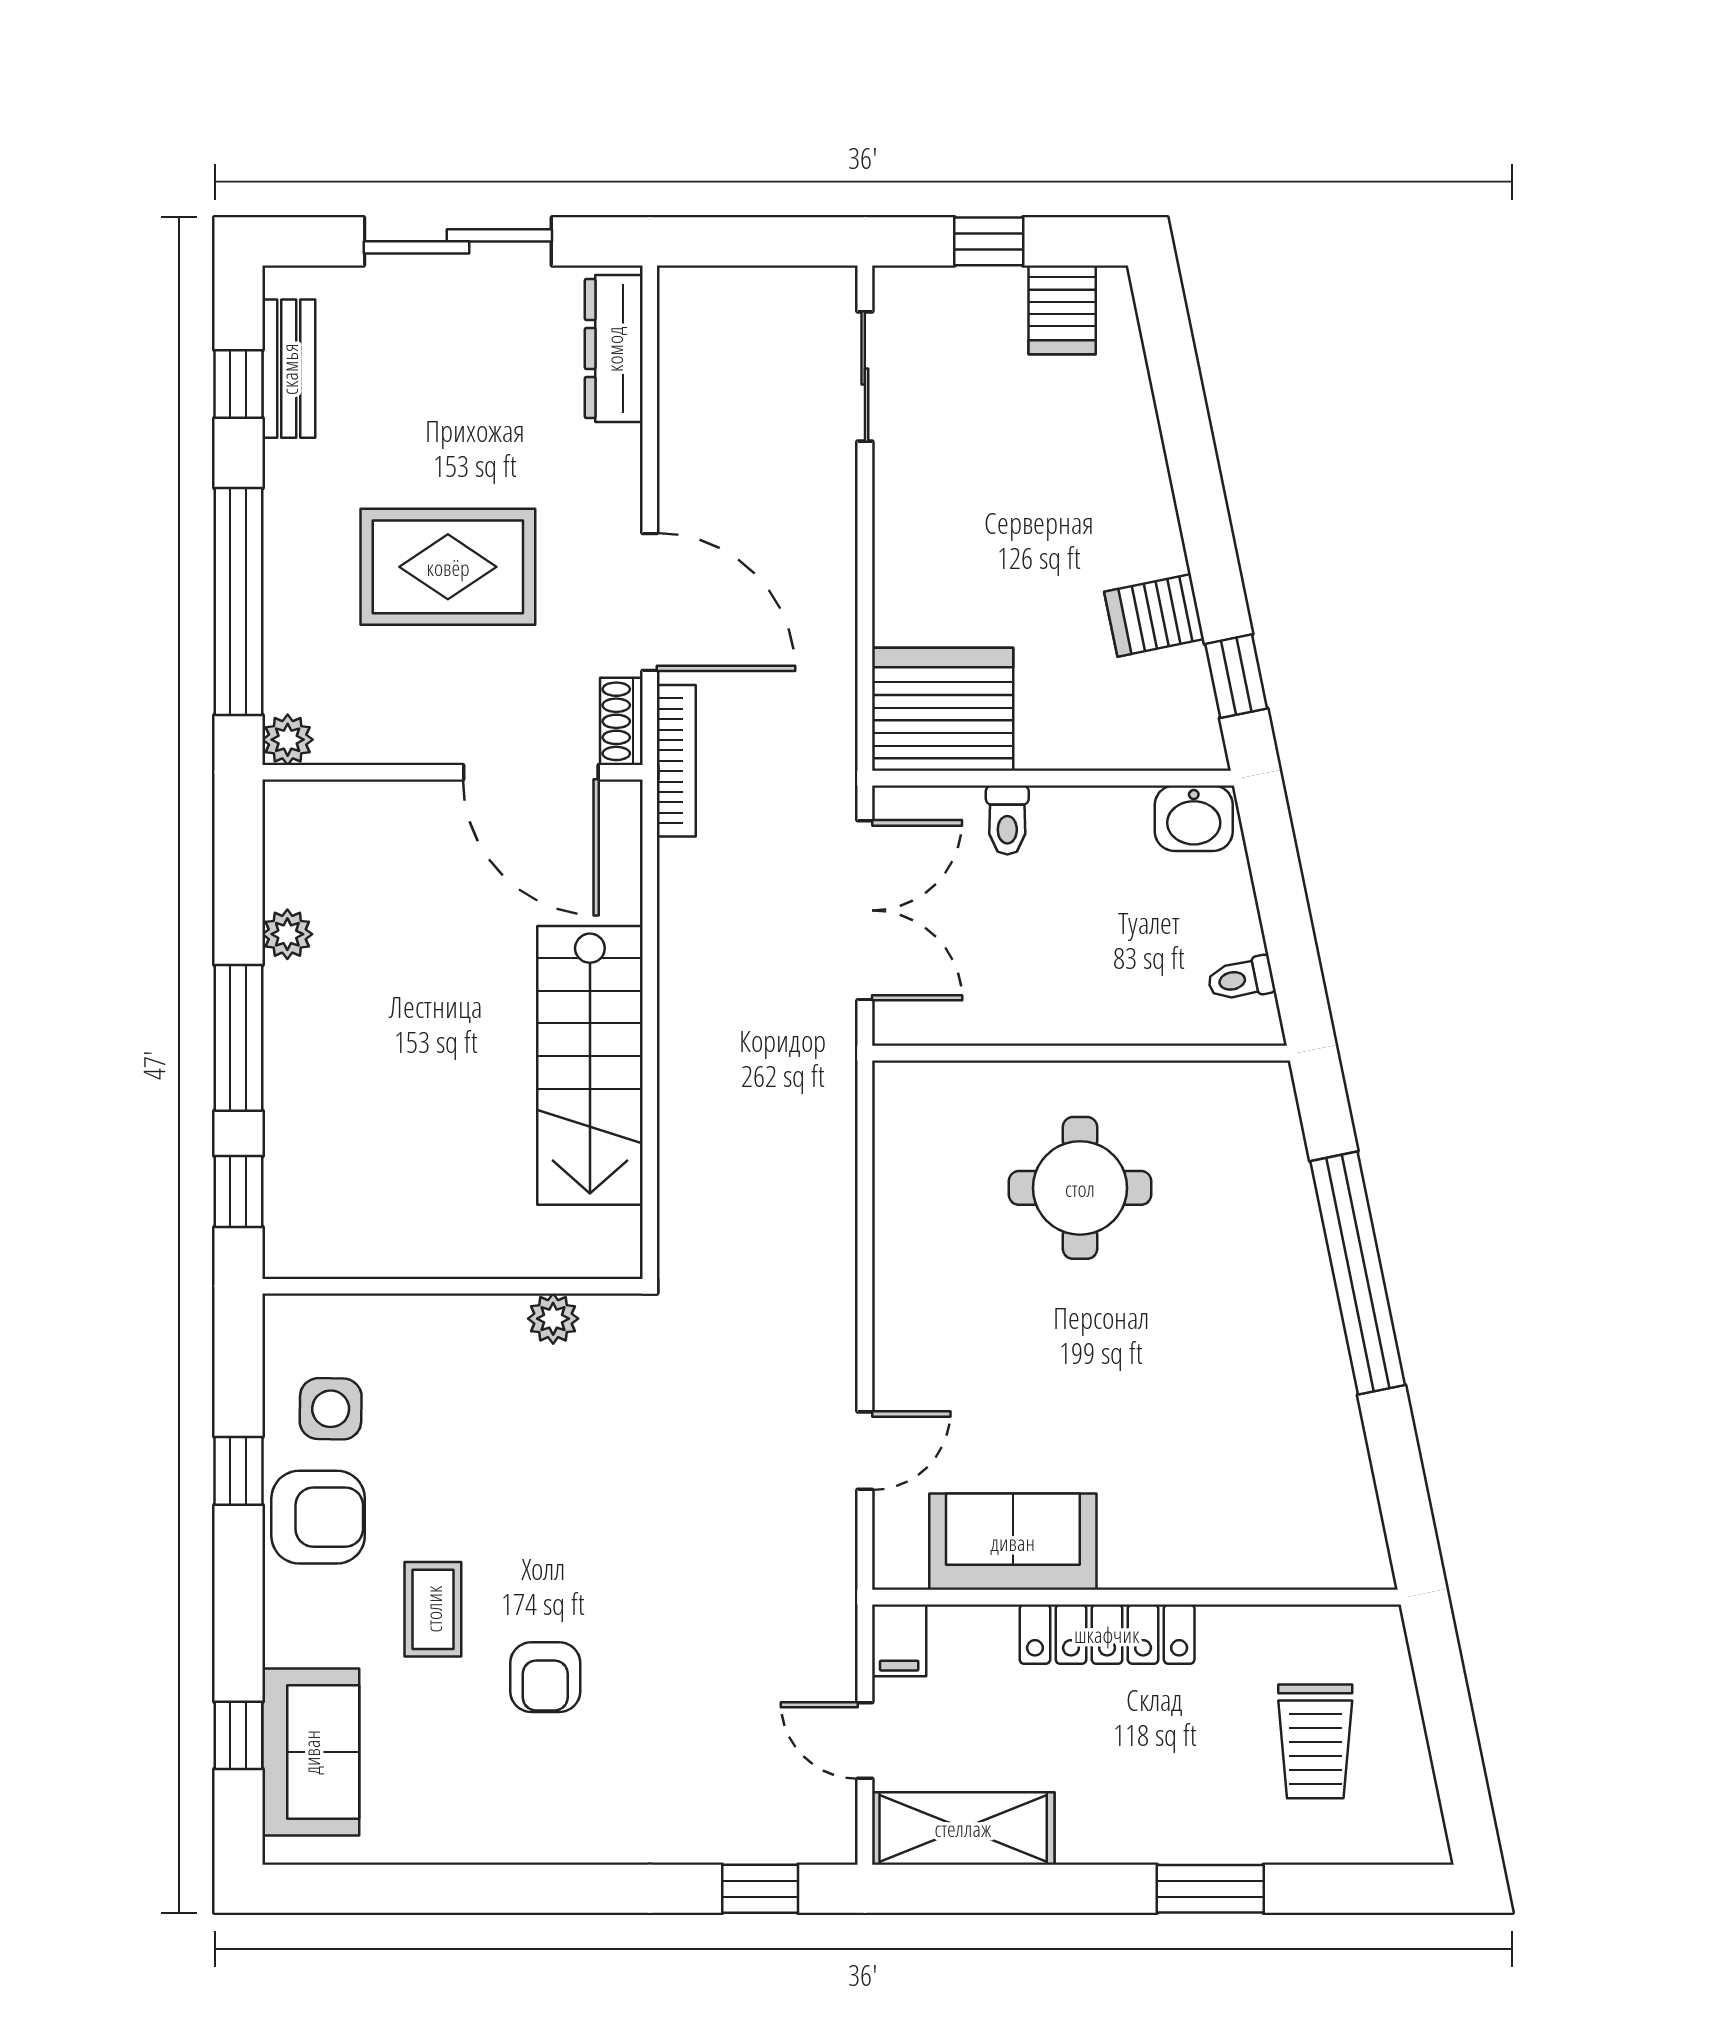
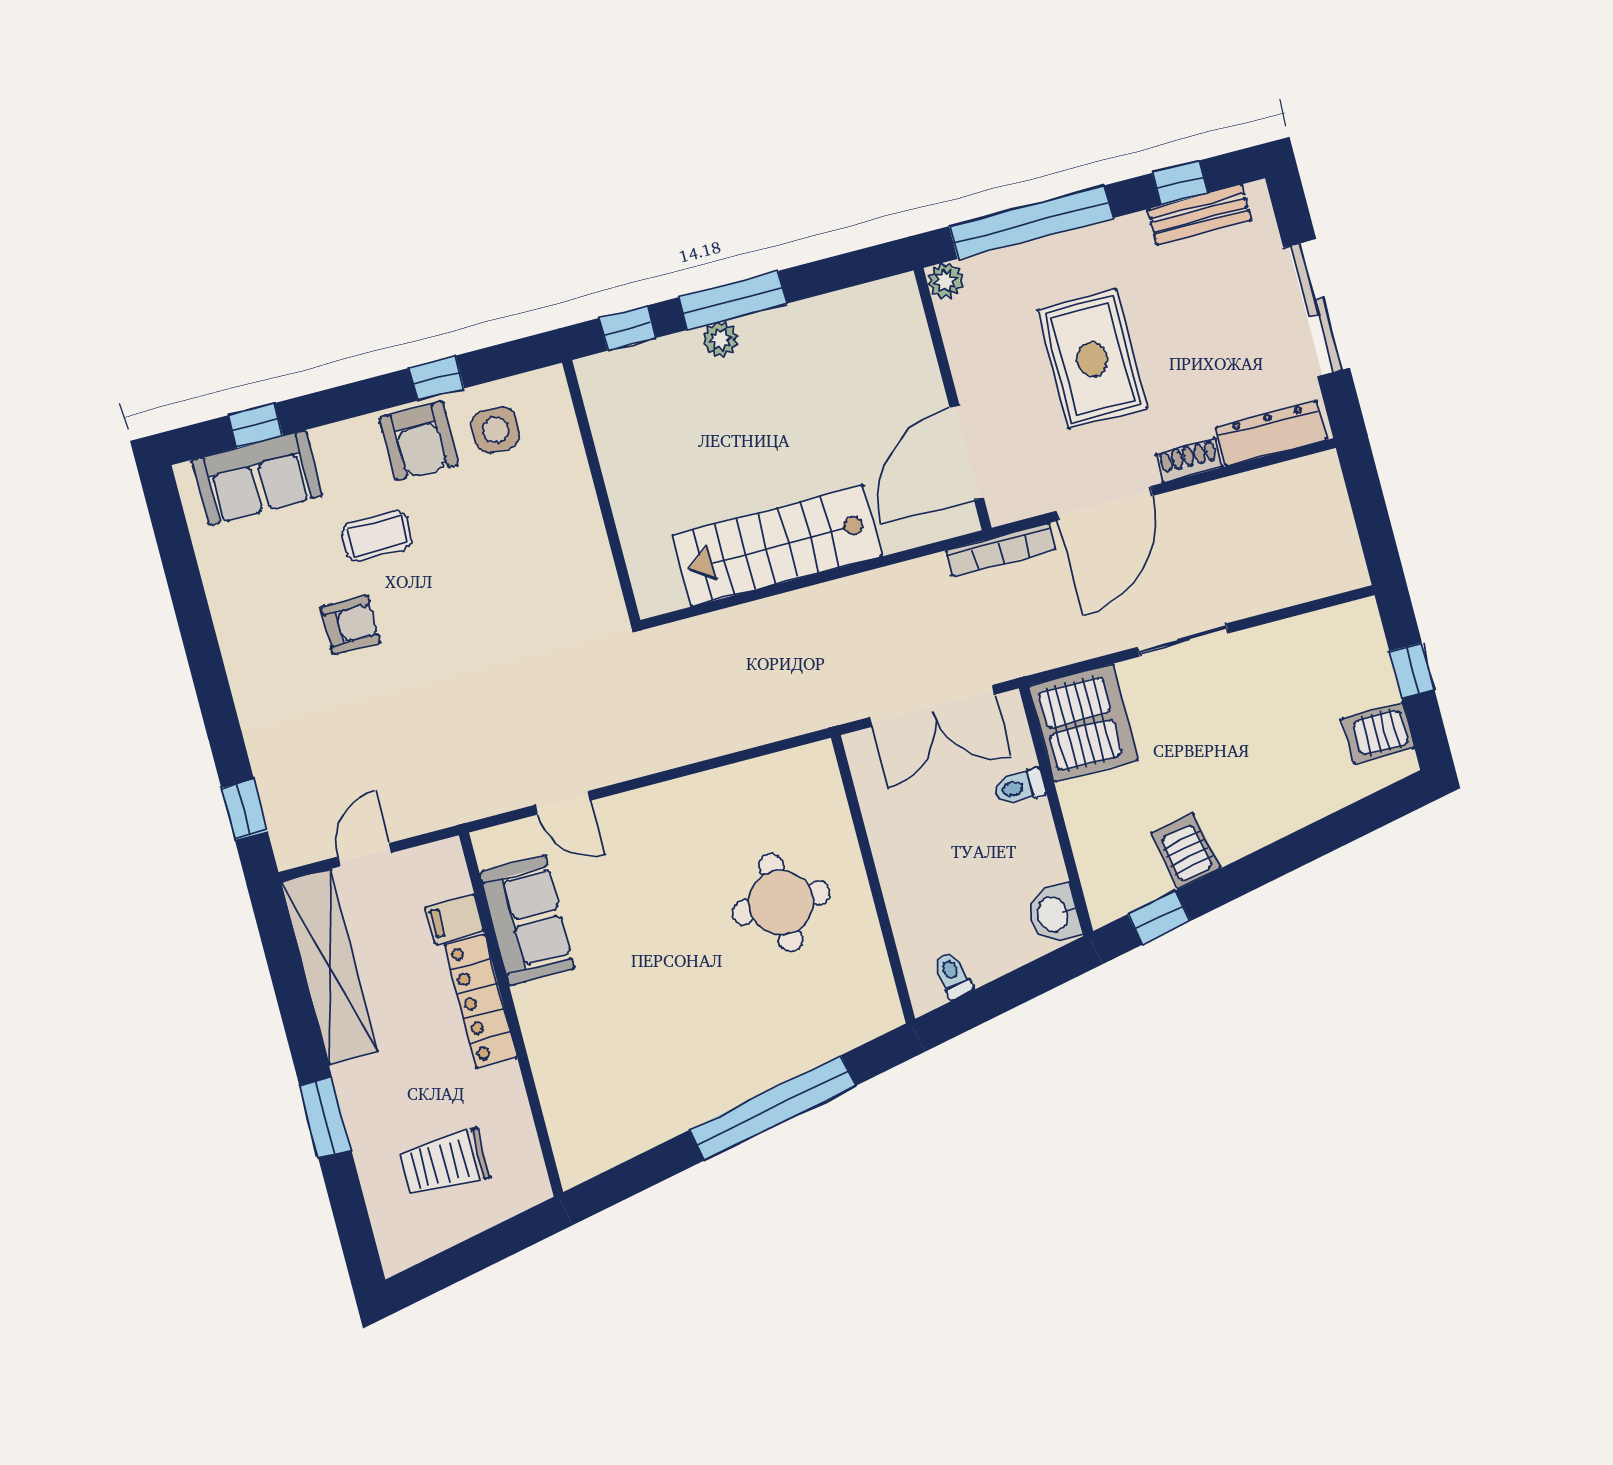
sliding door: (865, 376) -> (1183, 640), moved
shoe rack: (621, 721) -> (1189, 460), moved
plant: (287, 934) -> (720, 339), moved
plant: (553, 1319) -> (597, 566), removed
filing cabinet: (899, 1640) -> (455, 919), moved
armchair: (545, 1677) -> (351, 625), turned 180
shelving: (963, 1828) -> (330, 967), width x1.47

